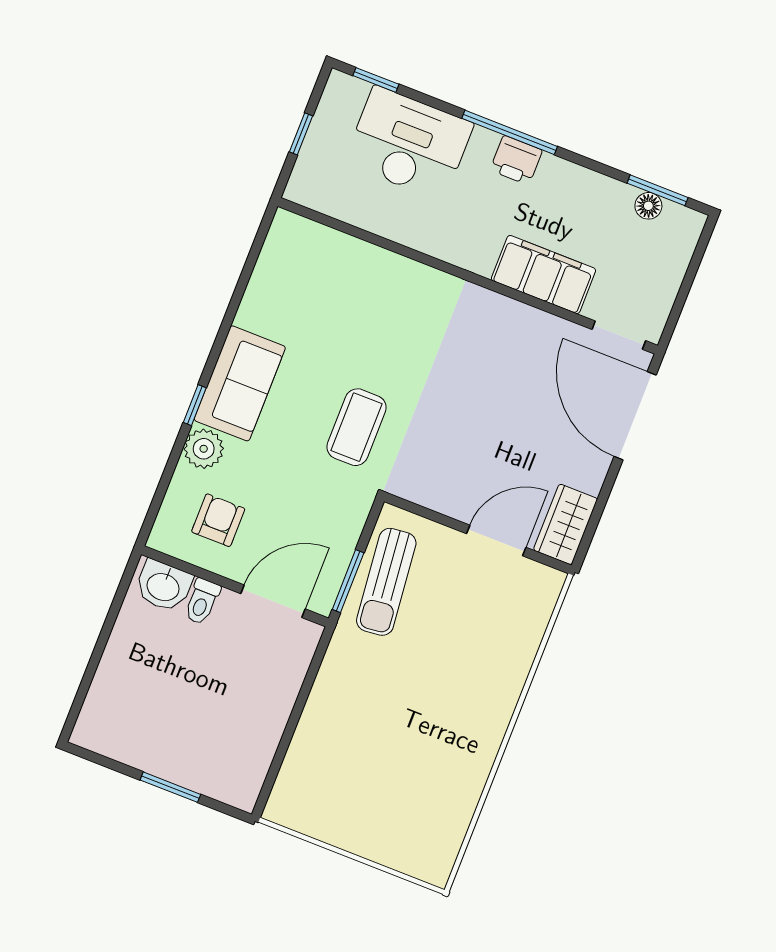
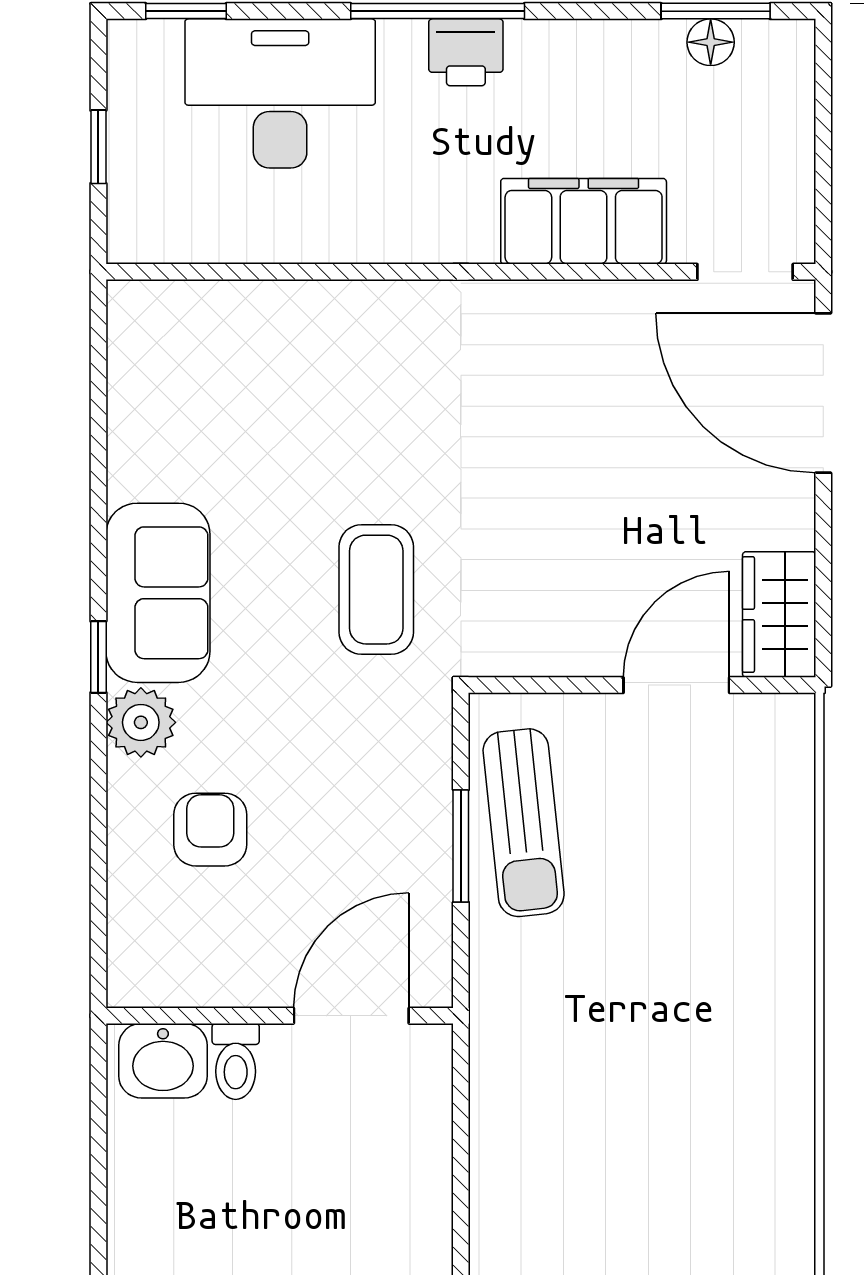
washbasin: (163, 586) -> (163, 1061), moved
wall: (235, 586) -> (280, 1016), moved
toilet: (202, 601) -> (236, 1061), moved
door: (273, 601) -> (351, 1016), moved

